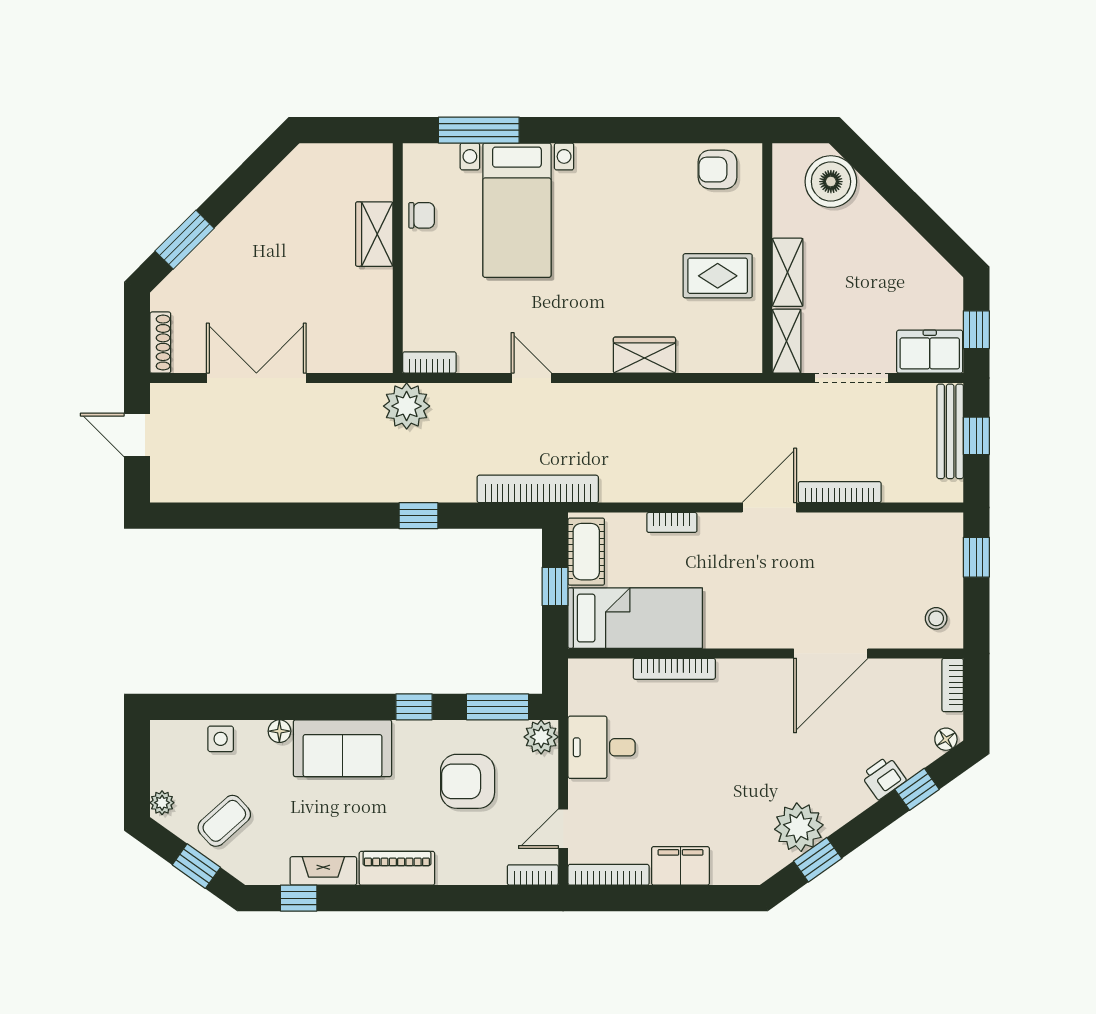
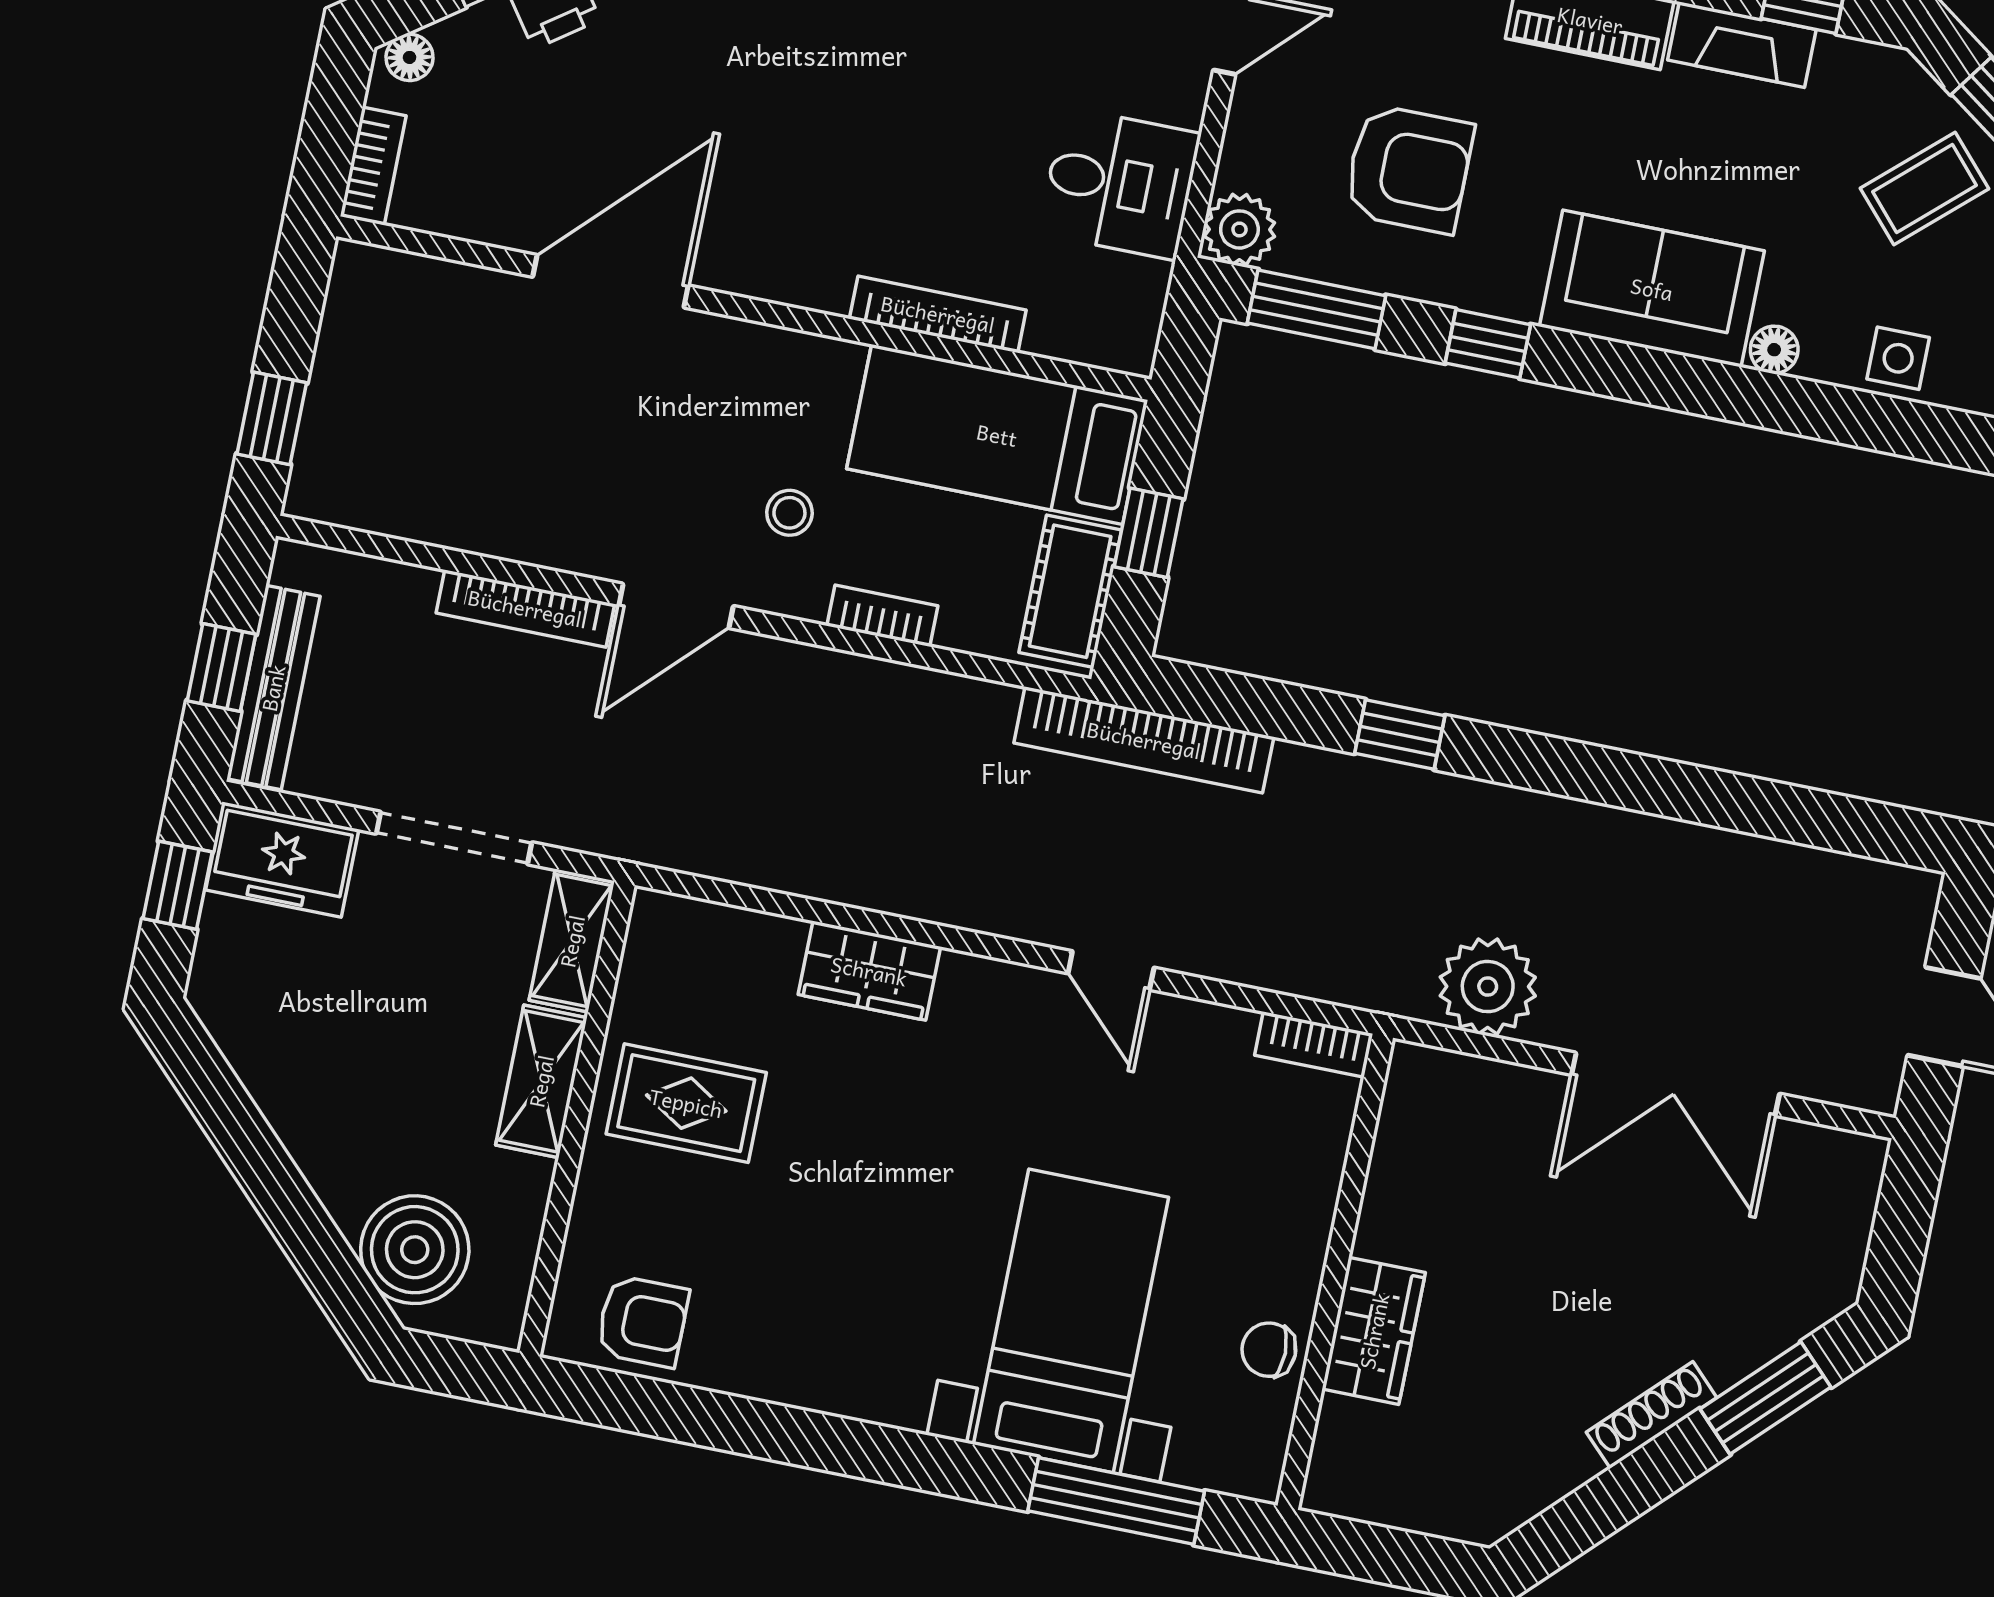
shoe rack: (160, 343) -> (1652, 1415), moved, turned 45
plant: (407, 406) -> (1488, 987), moved
stool: (936, 618) -> (789, 513), moved

